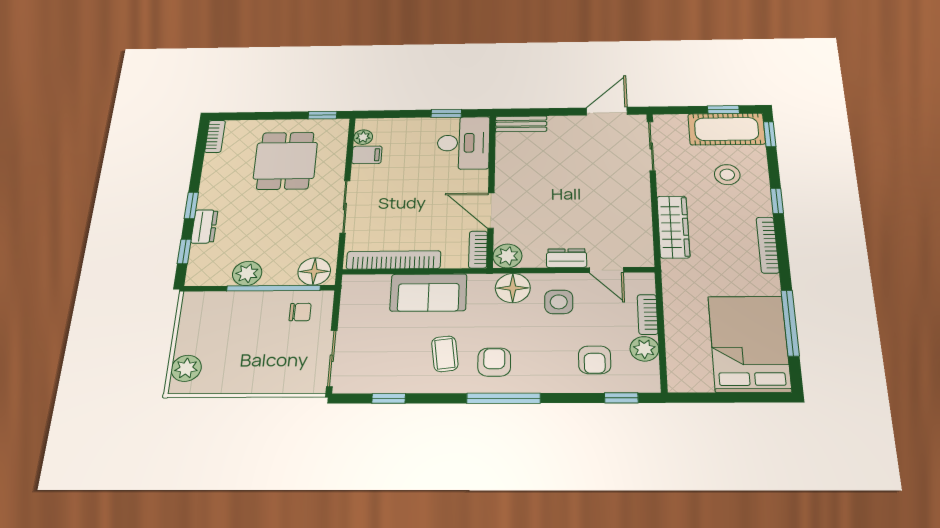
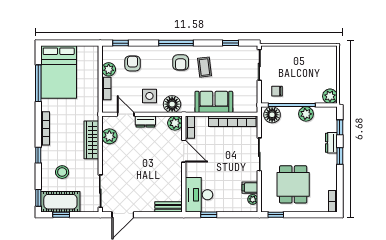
plant: (638, 233) -> (109, 136), added
plant: (186, 368) -> (330, 96), moved

